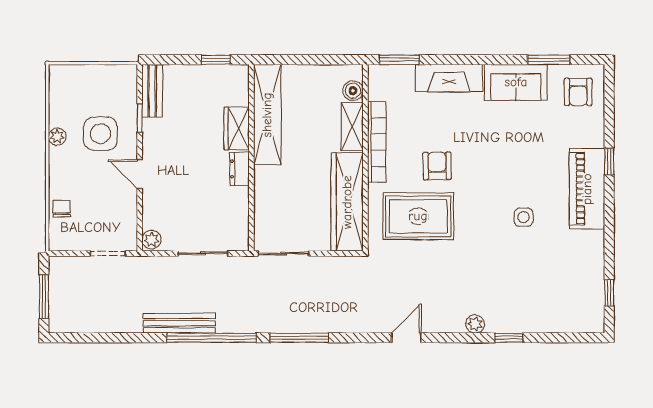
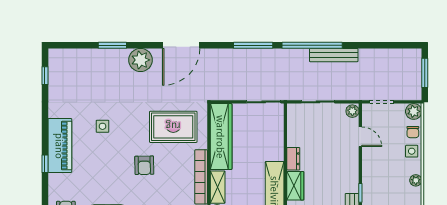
side table: (100, 134) -> (412, 151), moved, width x0.54, depth x0.54
armchair: (437, 166) -> (144, 165), moved
door: (140, 174) -> (360, 137), moved
plant: (60, 239) -> (414, 111), added
plant: (475, 324) -> (141, 60), width x1.88, depth x1.88
door: (406, 338) -> (181, 45), width x1.87
window: (509, 338) -> (112, 45), width x1.50

